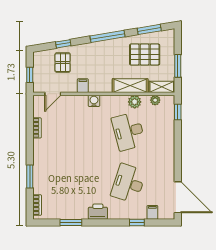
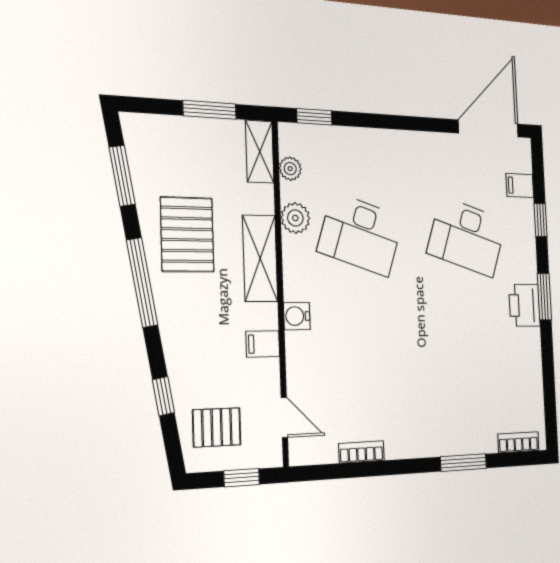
pallet: (145, 55) -> (187, 235), moved
pallet: (63, 63) -> (217, 427), moved
shelving: (130, 86) -> (260, 258), moved
desk: (128, 131) -> (360, 234), turned 33
window: (71, 223) -> (544, 297), moved

